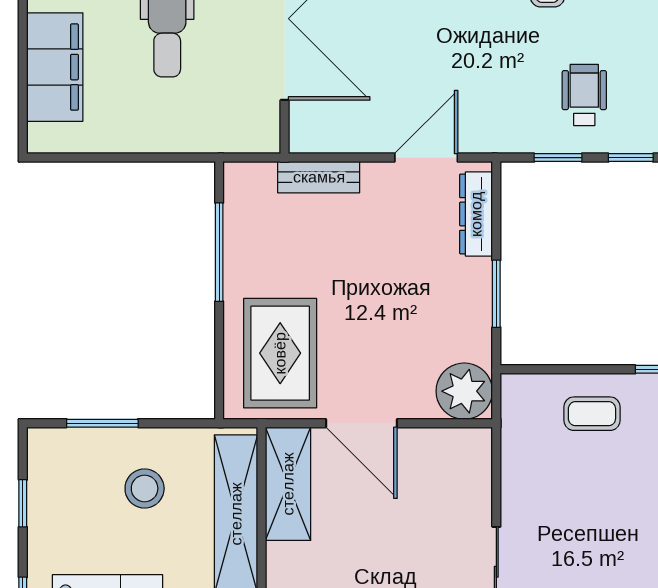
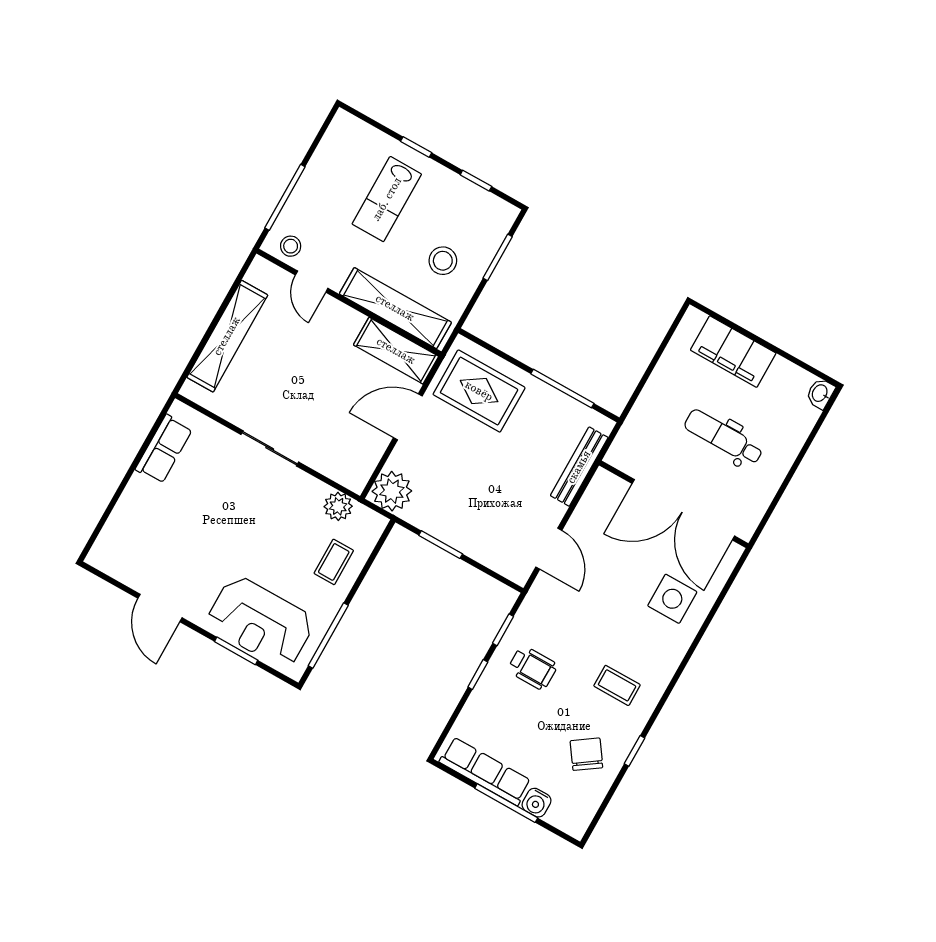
bench: (319, 177) -> (579, 467), width x1.36
dresser: (476, 214) -> (497, 560), removed
plant: (520, 447) -> (338, 506), added

